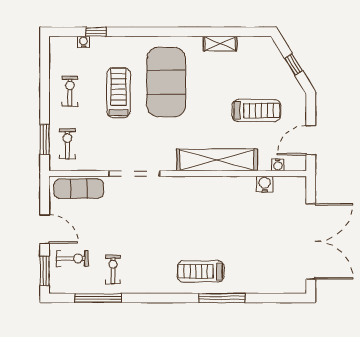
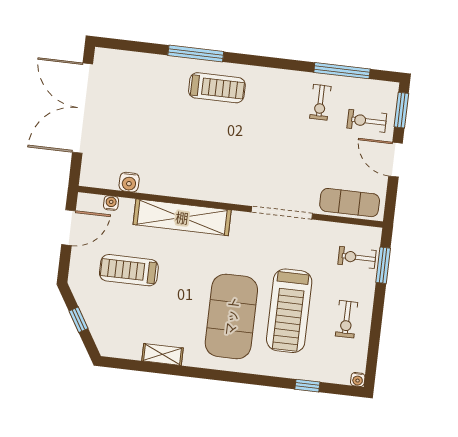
water cooler: (83, 42) -> (358, 380), moved
treadmill: (119, 92) -> (289, 311), width x1.37, depth x1.38
exercise bike: (67, 144) -> (357, 257), turned 90

